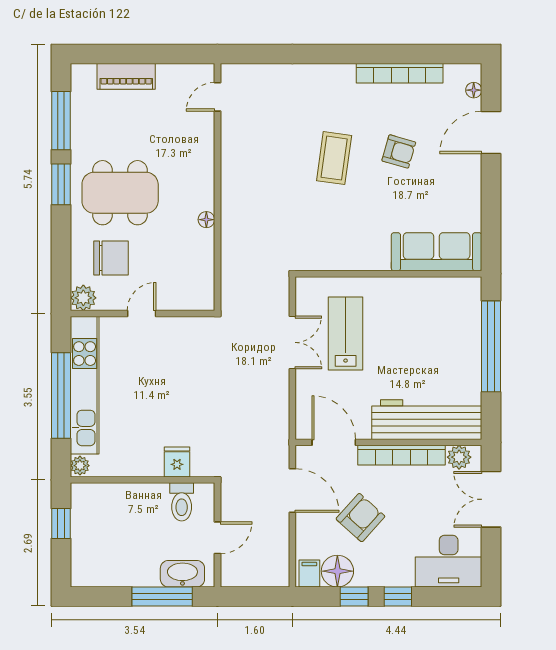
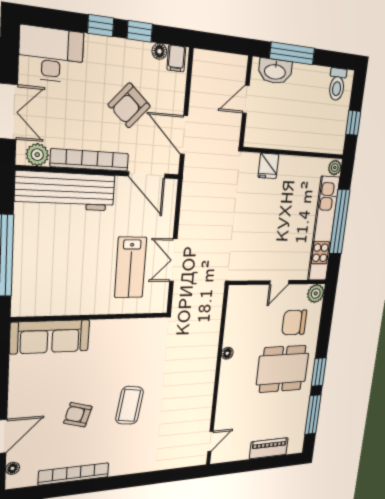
toilet: (182, 502) -> (337, 84), moved, turned 180
floor lamp: (337, 571) -> (159, 51), width x0.53, depth x0.53

